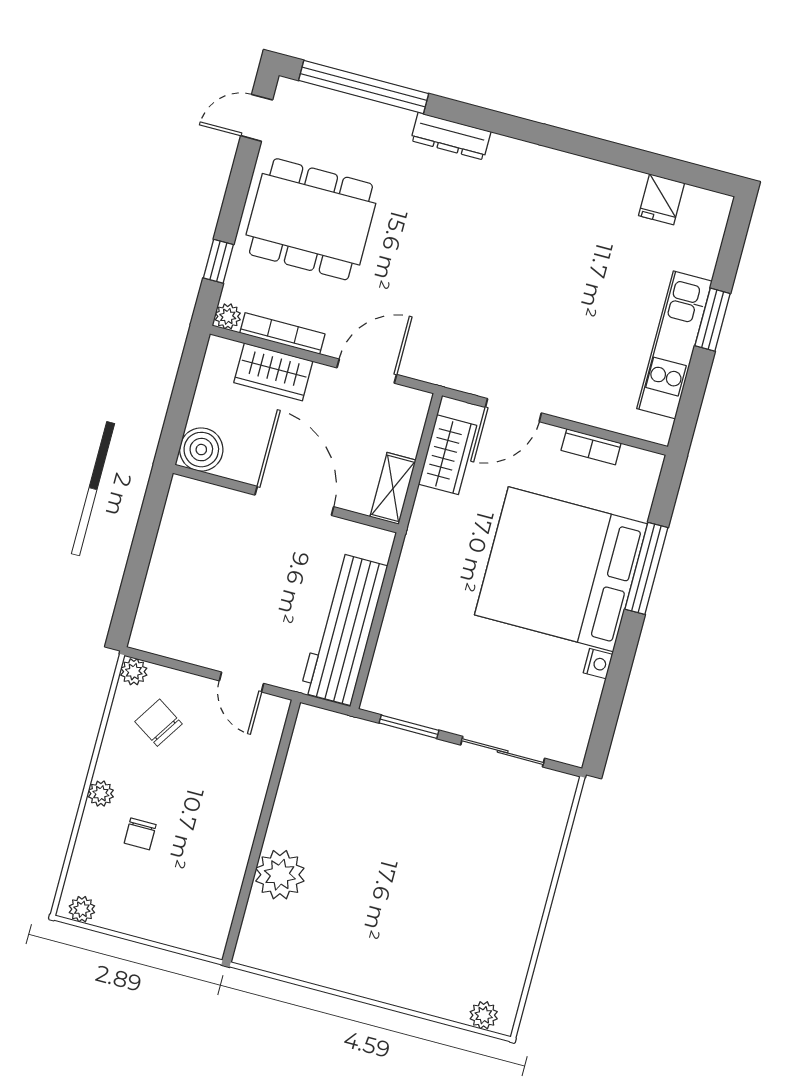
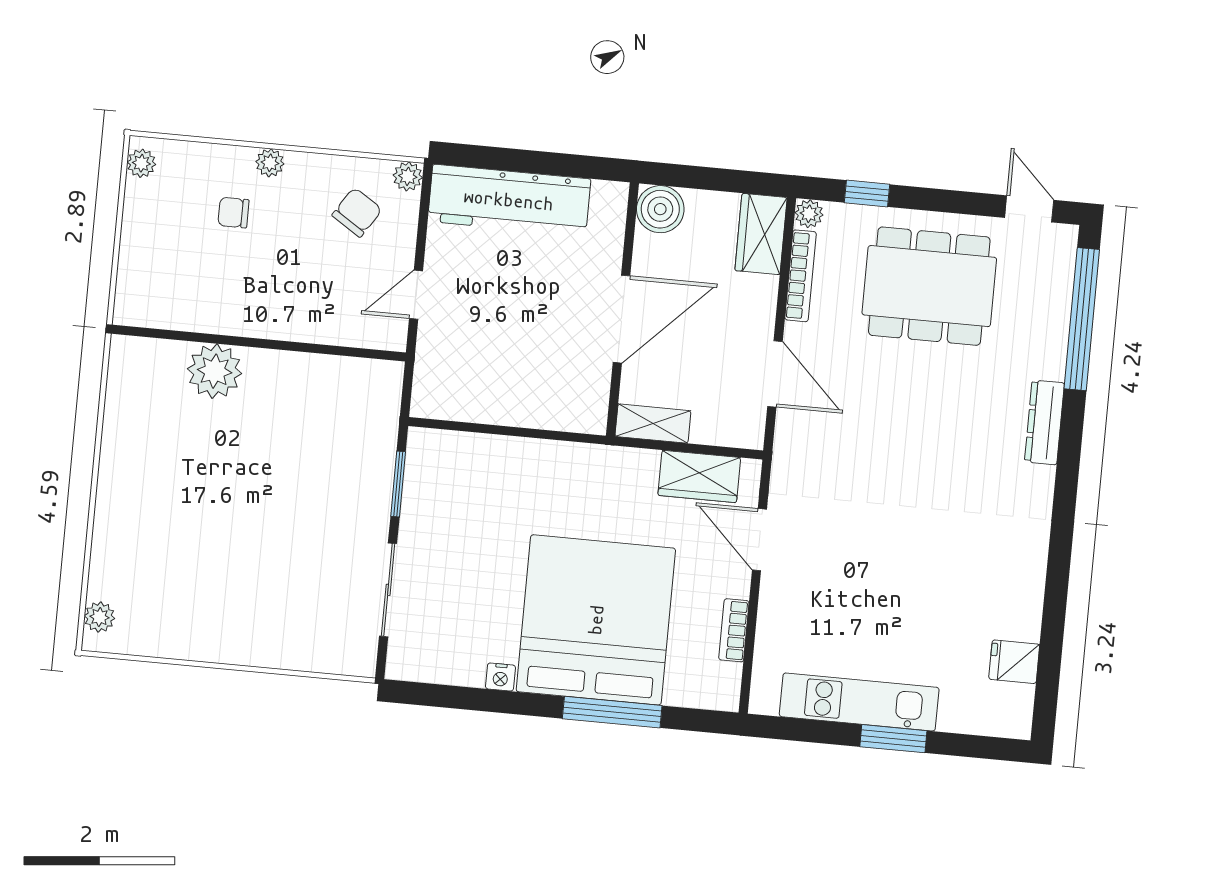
dining table: (311, 219) -> (929, 286), turned 90
wardrobe: (273, 372) -> (761, 234), moved
workbench: (344, 629) -> (509, 200), moved, turned 180

